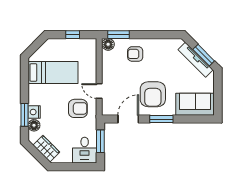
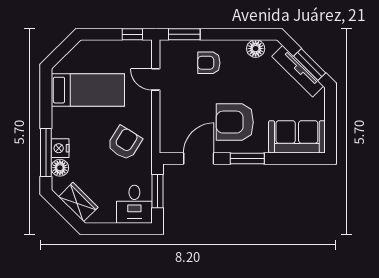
window: (73, 35) -> (132, 34), moved
floor lamp: (108, 44) -> (256, 49), moved
door: (99, 91) -> (156, 79), moved
armchair: (153, 94) -> (235, 122), turned 90
armchair: (78, 108) -> (125, 143), turned -58
window: (24, 115) -> (46, 153), width x1.44

